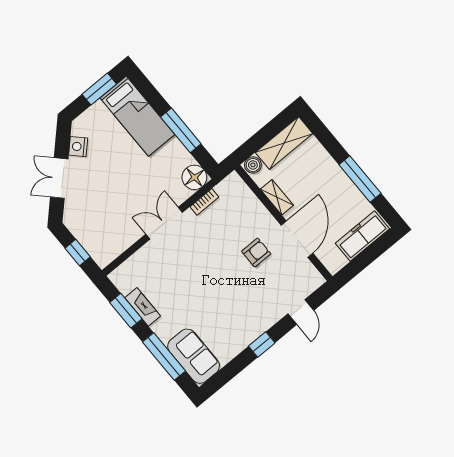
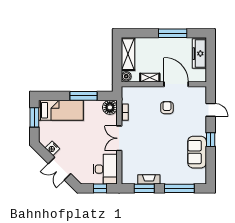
desk: (109, 239) -> (105, 169), added
sofa: (194, 356) -> (197, 152), moved, turned -90

